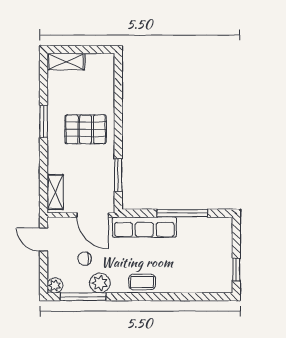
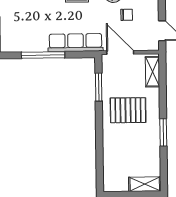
pallet: (86, 129) -> (128, 110), moved

